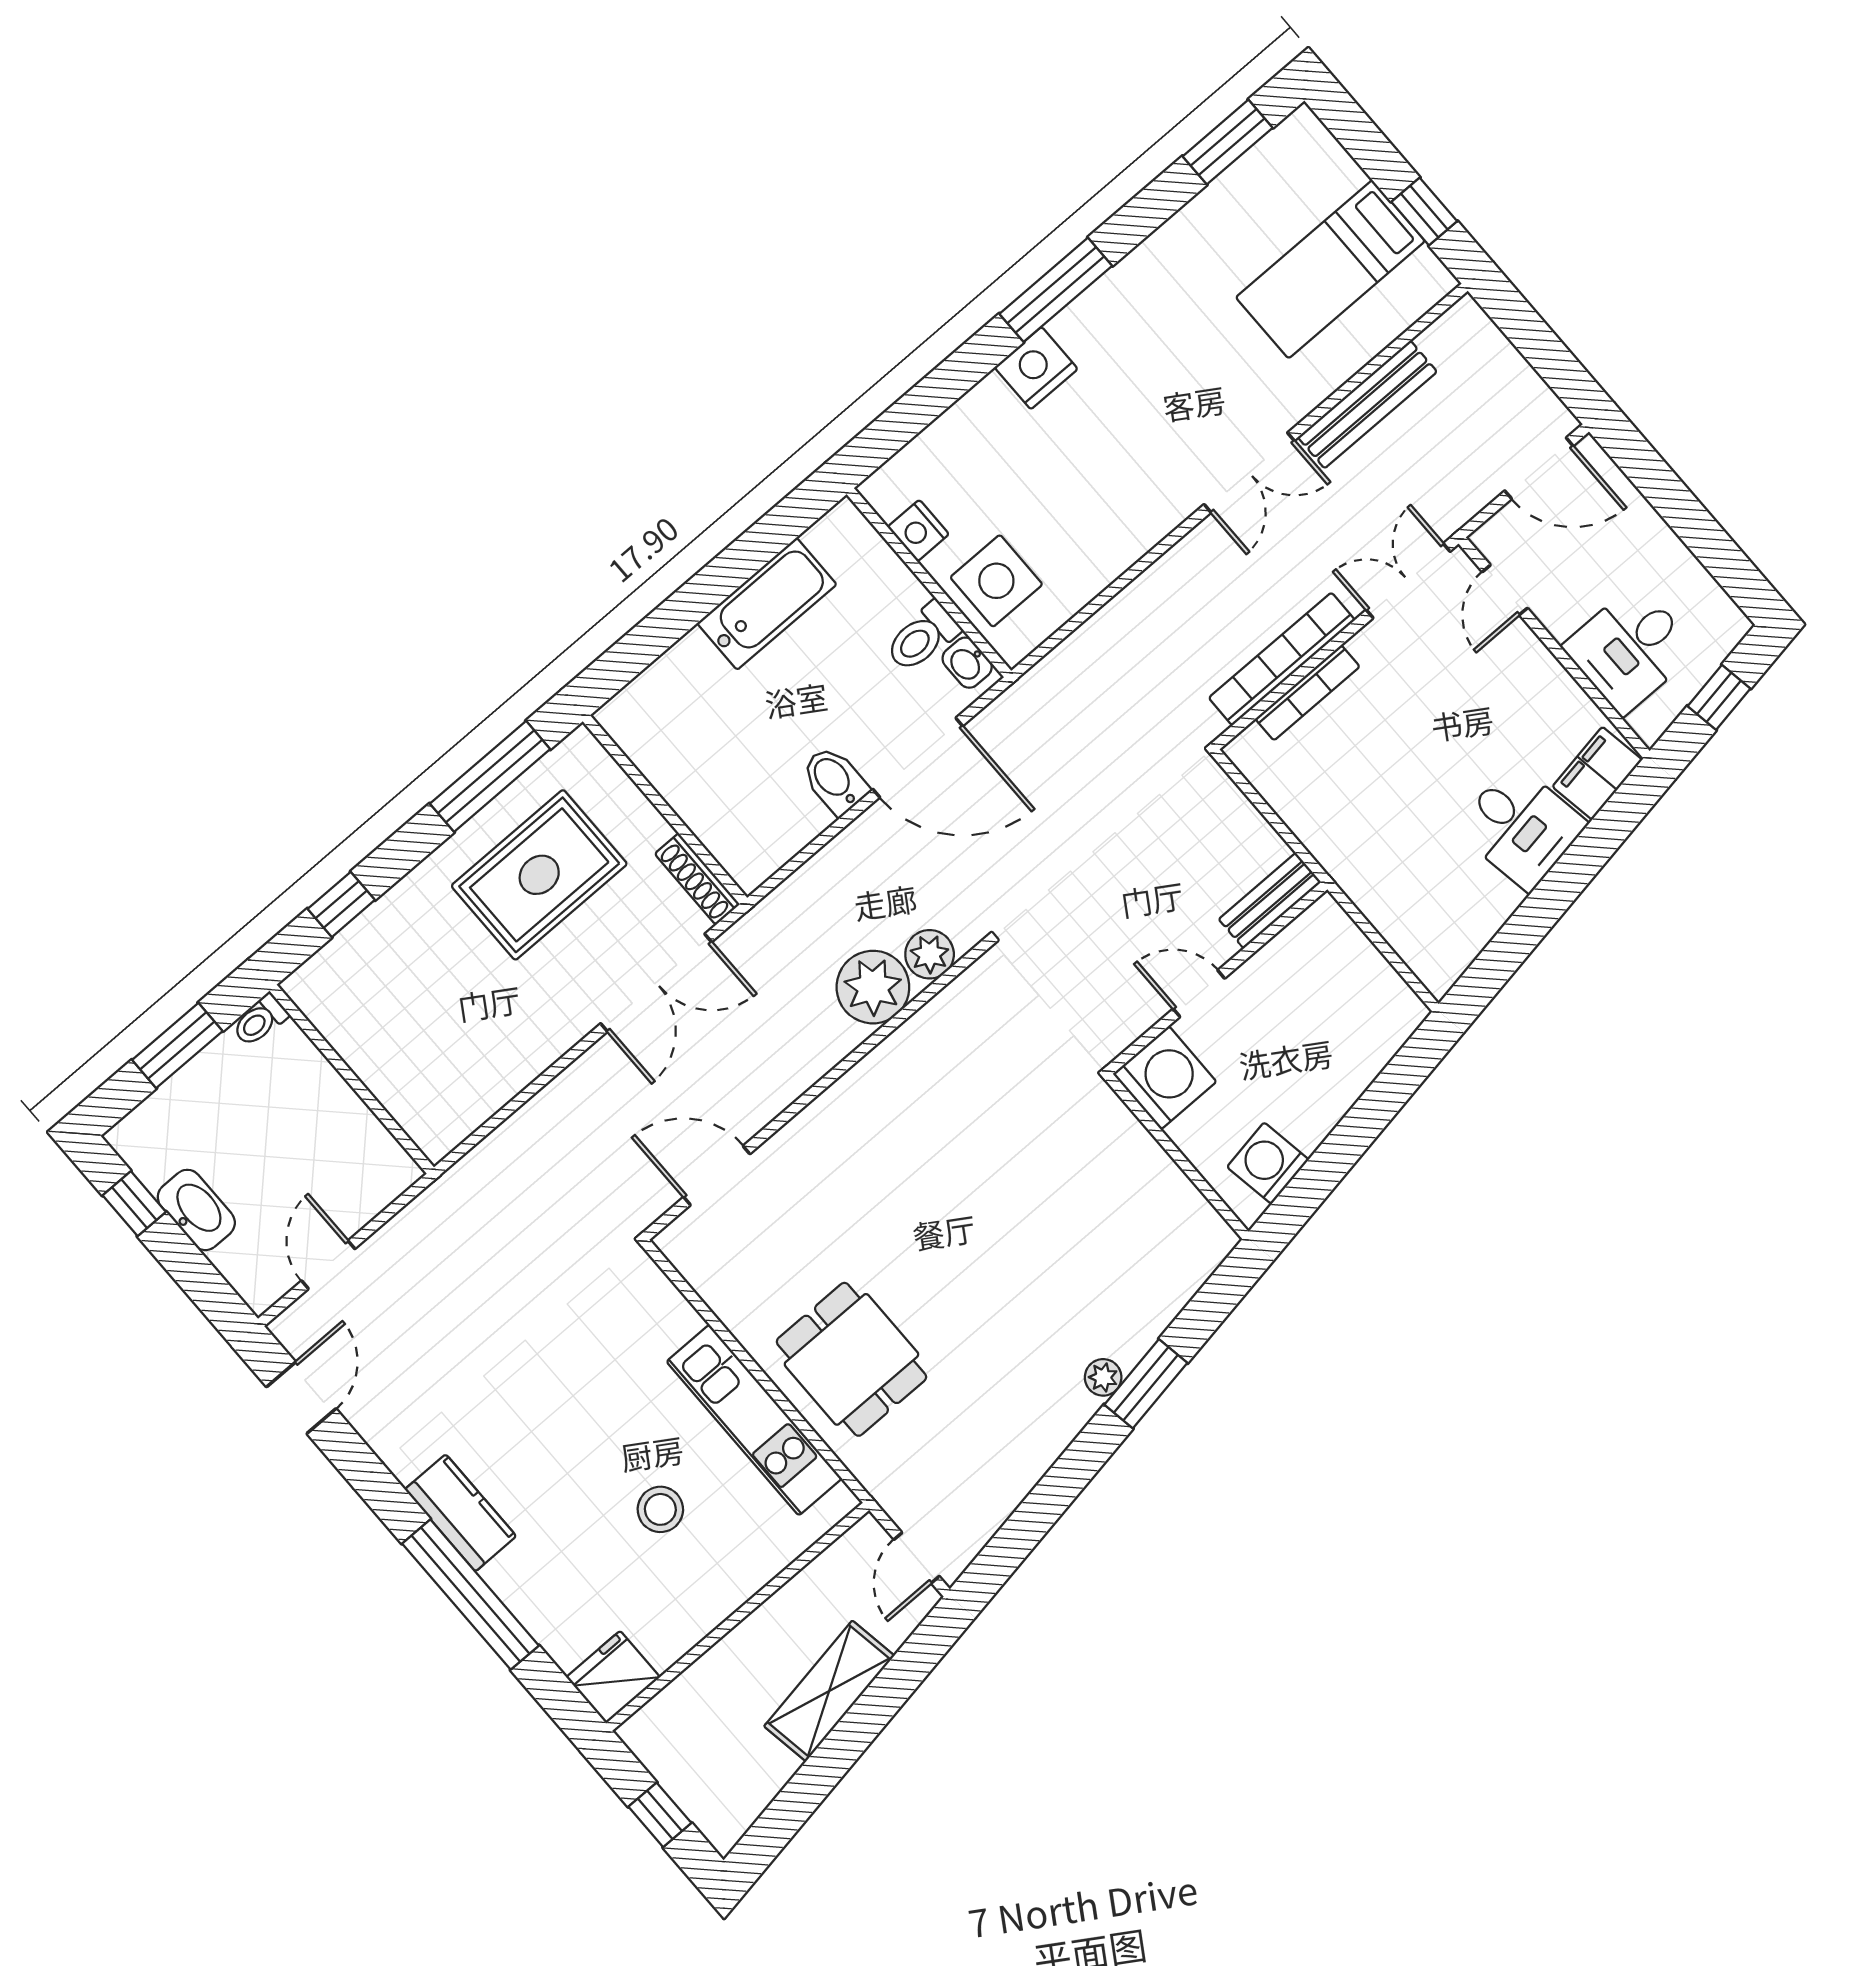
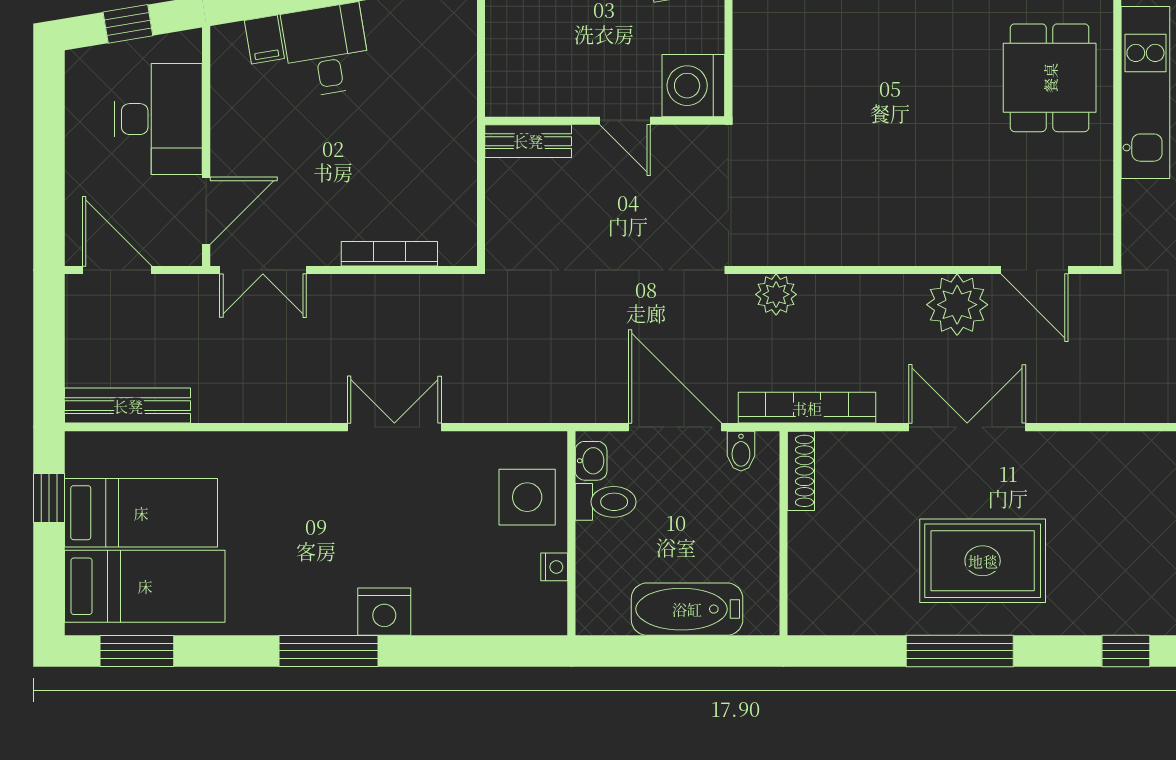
bed: (1270, 206) -> (145, 586), added
bench: (1367, 404) -> (128, 406), moved
double door: (1249, 473) -> (394, 427), moved
nightstand: (918, 531) -> (554, 567), width x0.72, depth x0.74
door: (1505, 590) -> (206, 211), width x1.38
desk: (1630, 649) -> (158, 119), width x1.37
bookcase: (1282, 659) -> (807, 408), moved, turned 180
filing cabinet: (1597, 773) -> (264, 39), width x0.50
bidet: (835, 780) -> (741, 451), width x0.72, depth x0.74
wall: (665, 810) -> (783, 533), moved
shoe rack: (697, 879) -> (801, 471), moved
plant: (873, 987) -> (957, 305), moved

